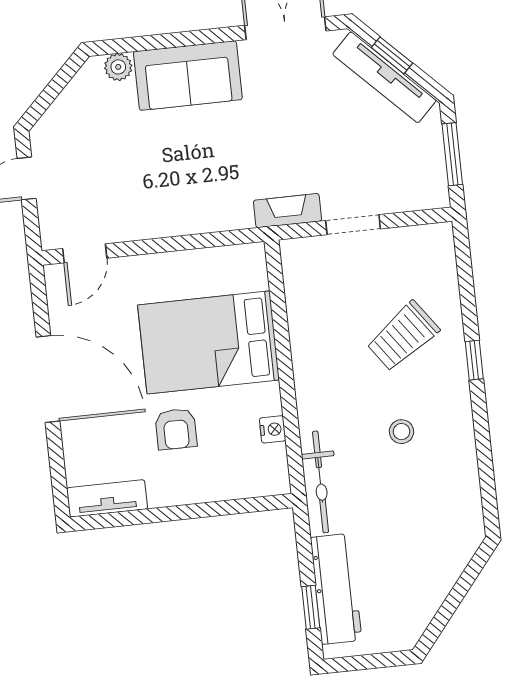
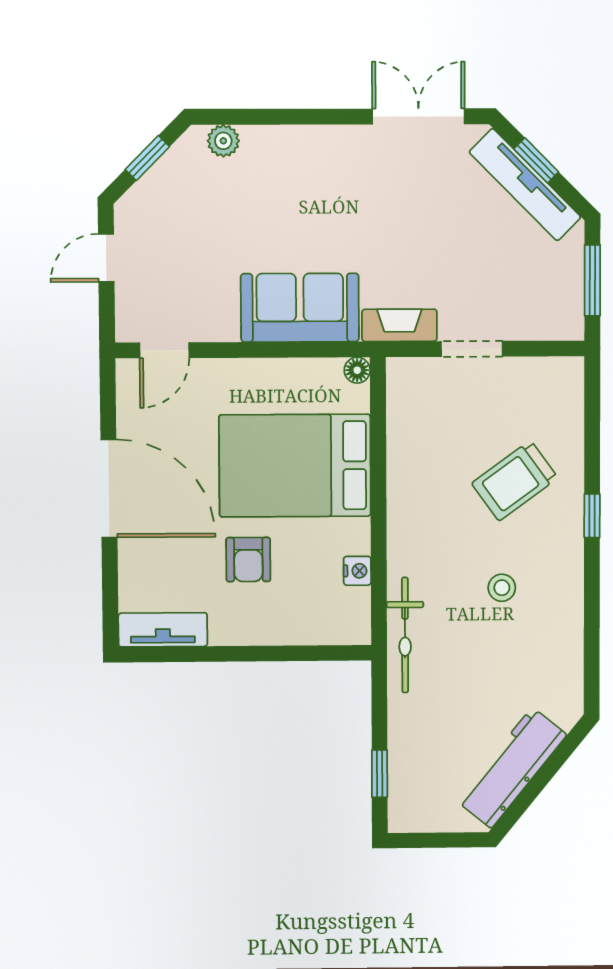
sofa: (188, 76) -> (300, 308), moved, turned 180
window: (54, 89) -> (147, 158), added
floor lamp: (255, 254) -> (357, 370), added
workbench: (336, 589) -> (512, 768), moved, turned -141

